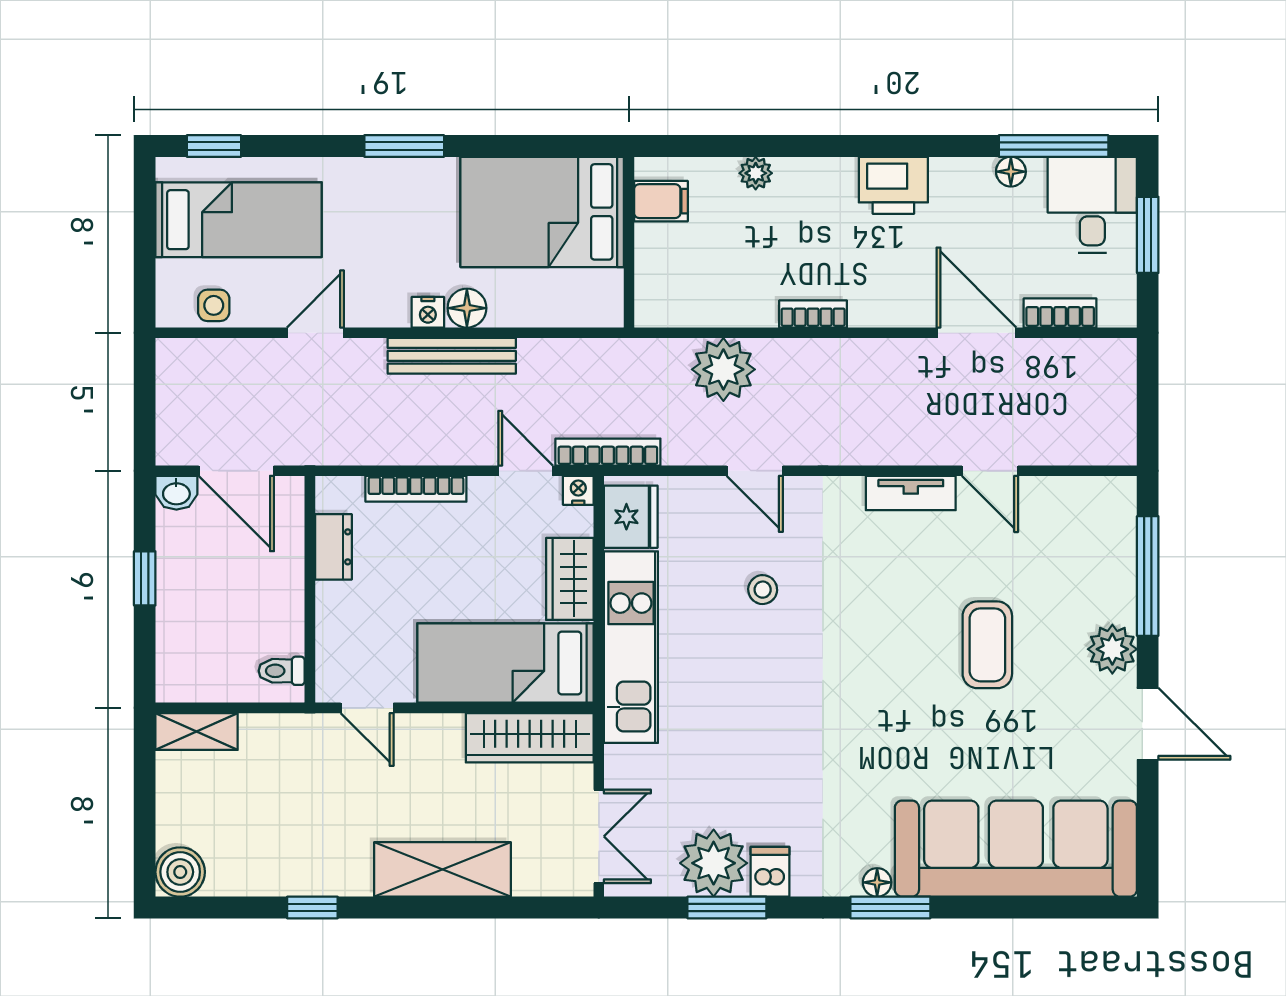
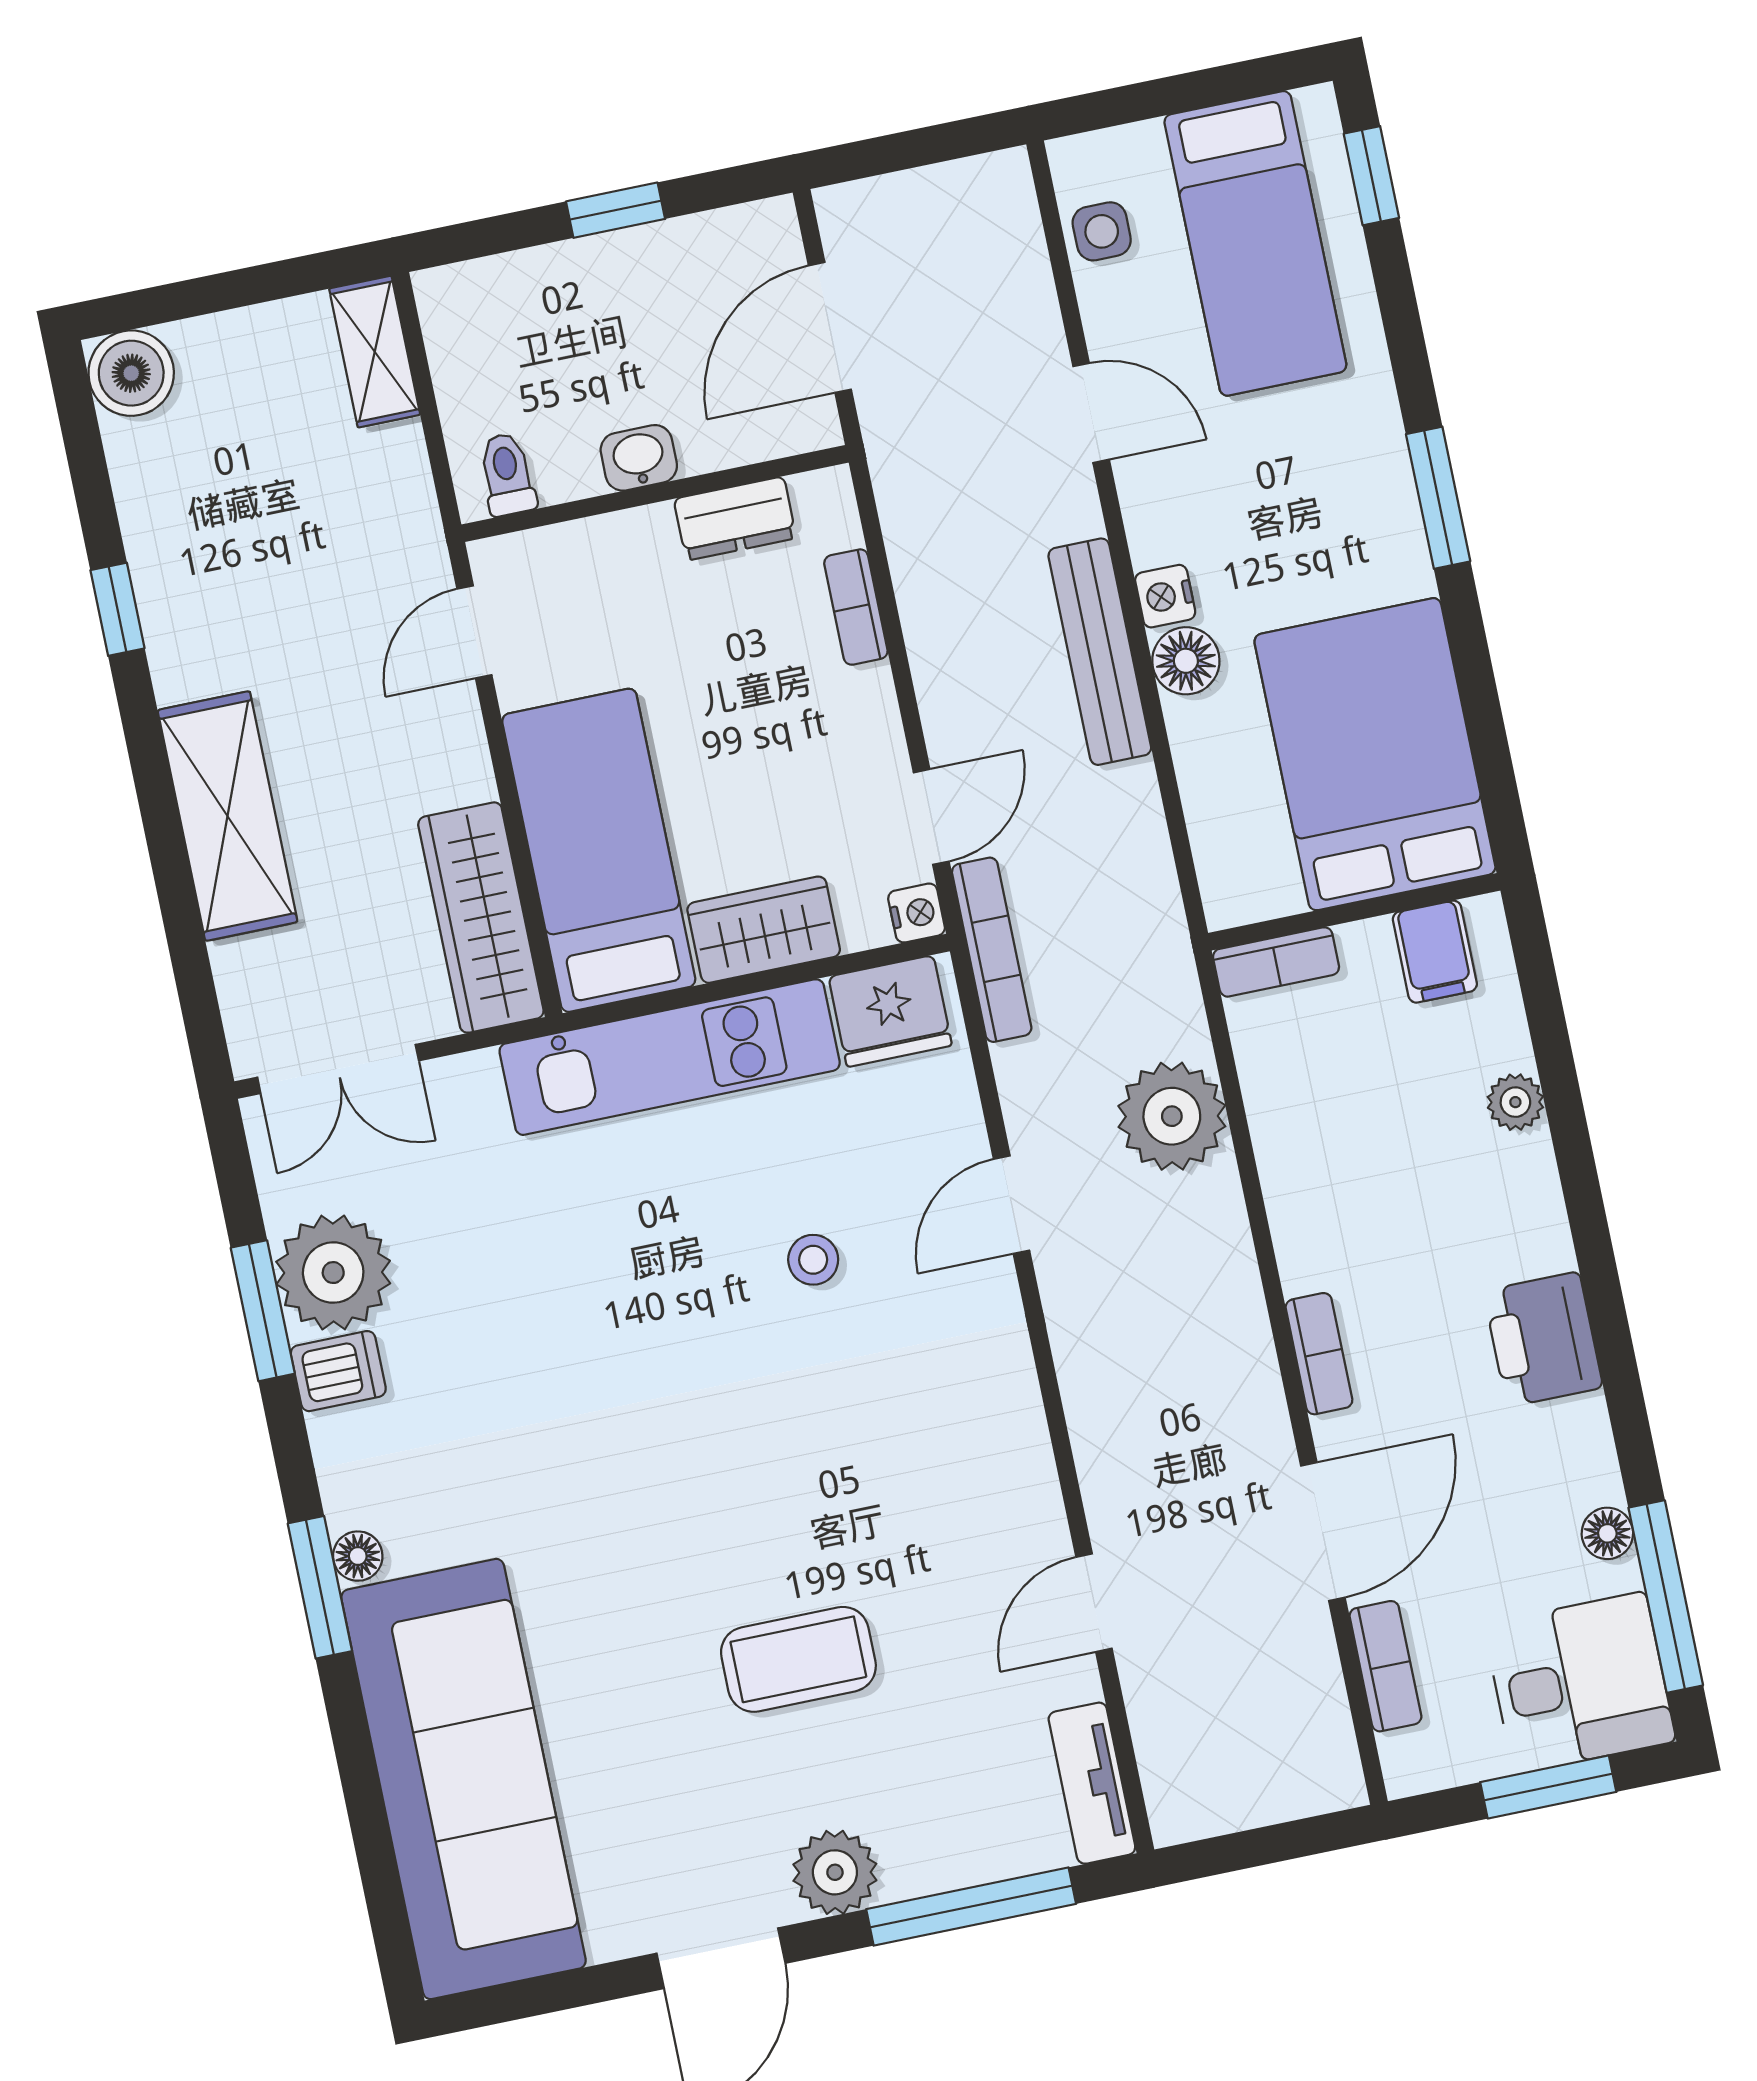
bookcase: (648, 292) -> (1276, 962), added
bookcase: (813, 314) -> (1319, 1354), moved
bookcase: (416, 489) -> (856, 607), width x0.64
washbasin: (176, 493) -> (639, 458), moved, turned 90
tv unit: (911, 493) -> (1092, 1783), moved

